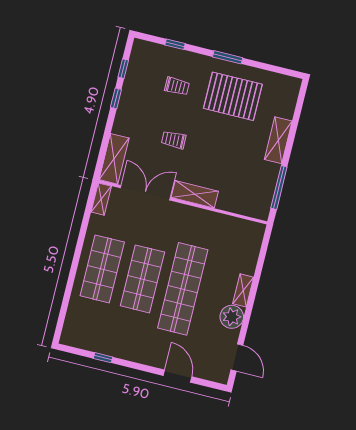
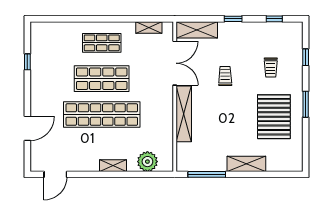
window: (116, 98) -> (233, 19), moved
shelving: (195, 194) -> (184, 114), width x1.47
shelving: (101, 199) -> (149, 27), moved
shop shelf: (102, 269) -> (102, 43), width x0.70, depth x0.74
plant: (232, 317) -> (147, 162), moved

